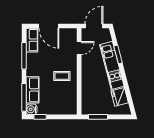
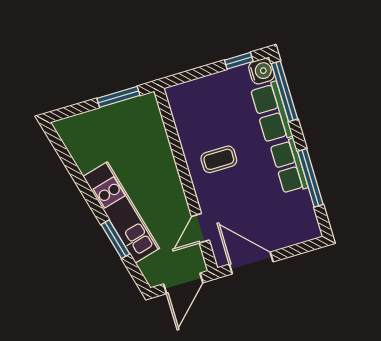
door: (49, 26) -> (251, 263), moved
row of seats: (32, 40) -> (289, 166), moved
fridge: (120, 97) -> (86, 152), removed

